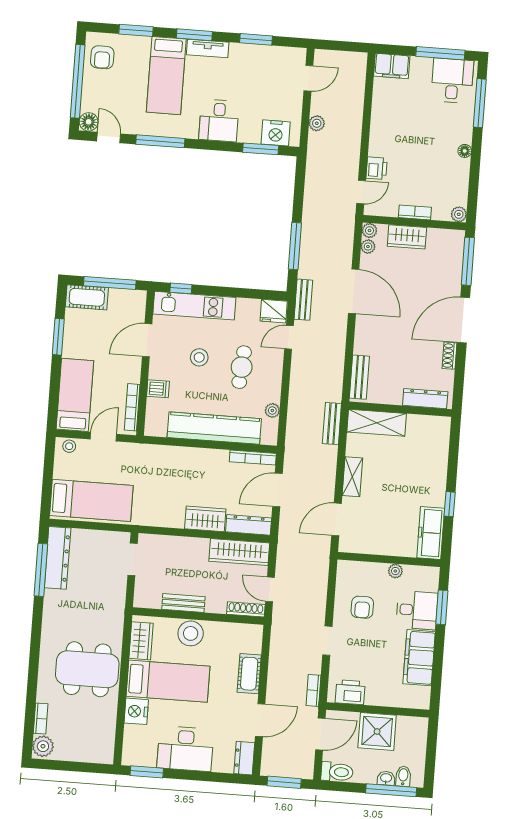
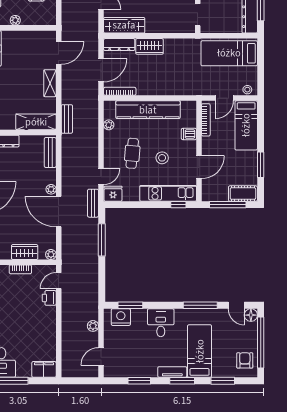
plant: (368, 247) -> (51, 189), moved

